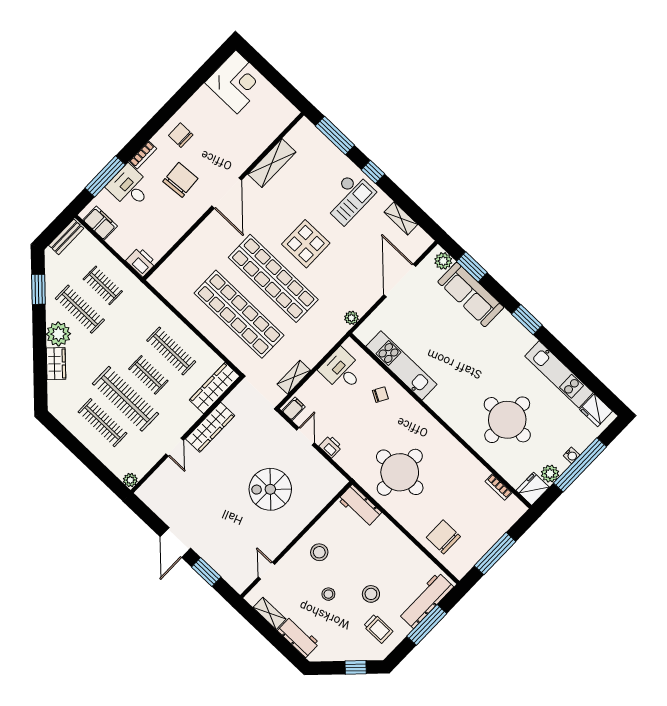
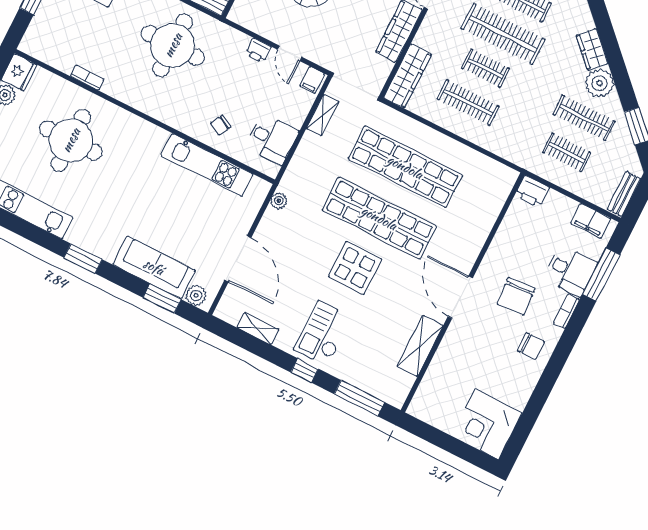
bookcase: (499, 487) -> (87, 78), moved

